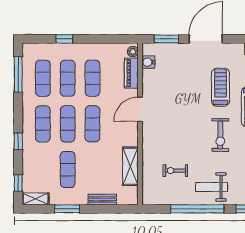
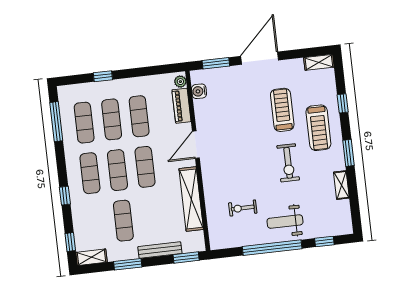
shelving: (130, 166) -> (191, 199), width x1.47
bench: (102, 199) -> (160, 250), width x1.36
window: (120, 209) -> (186, 258), added

